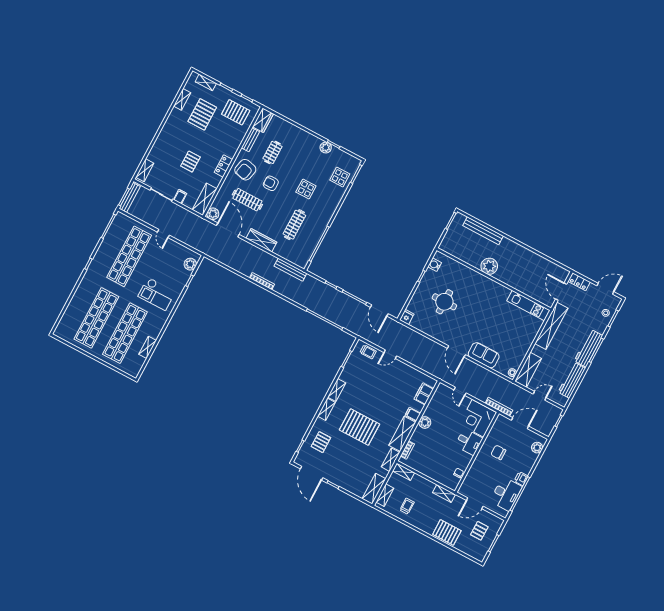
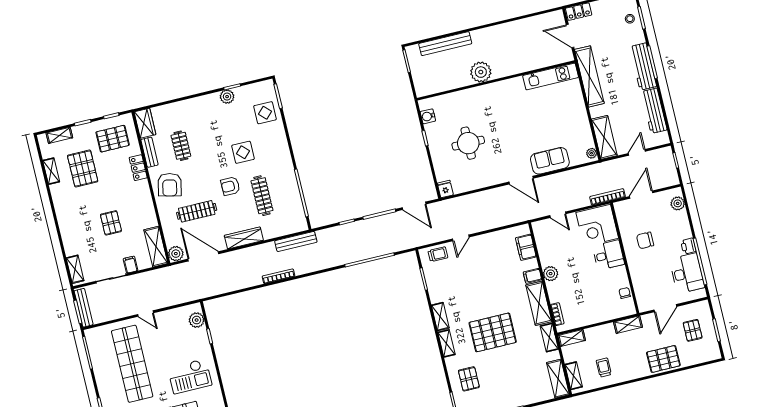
locker: (223, 166) -> (138, 168), moved
armchair: (271, 183) -> (230, 186), moved

